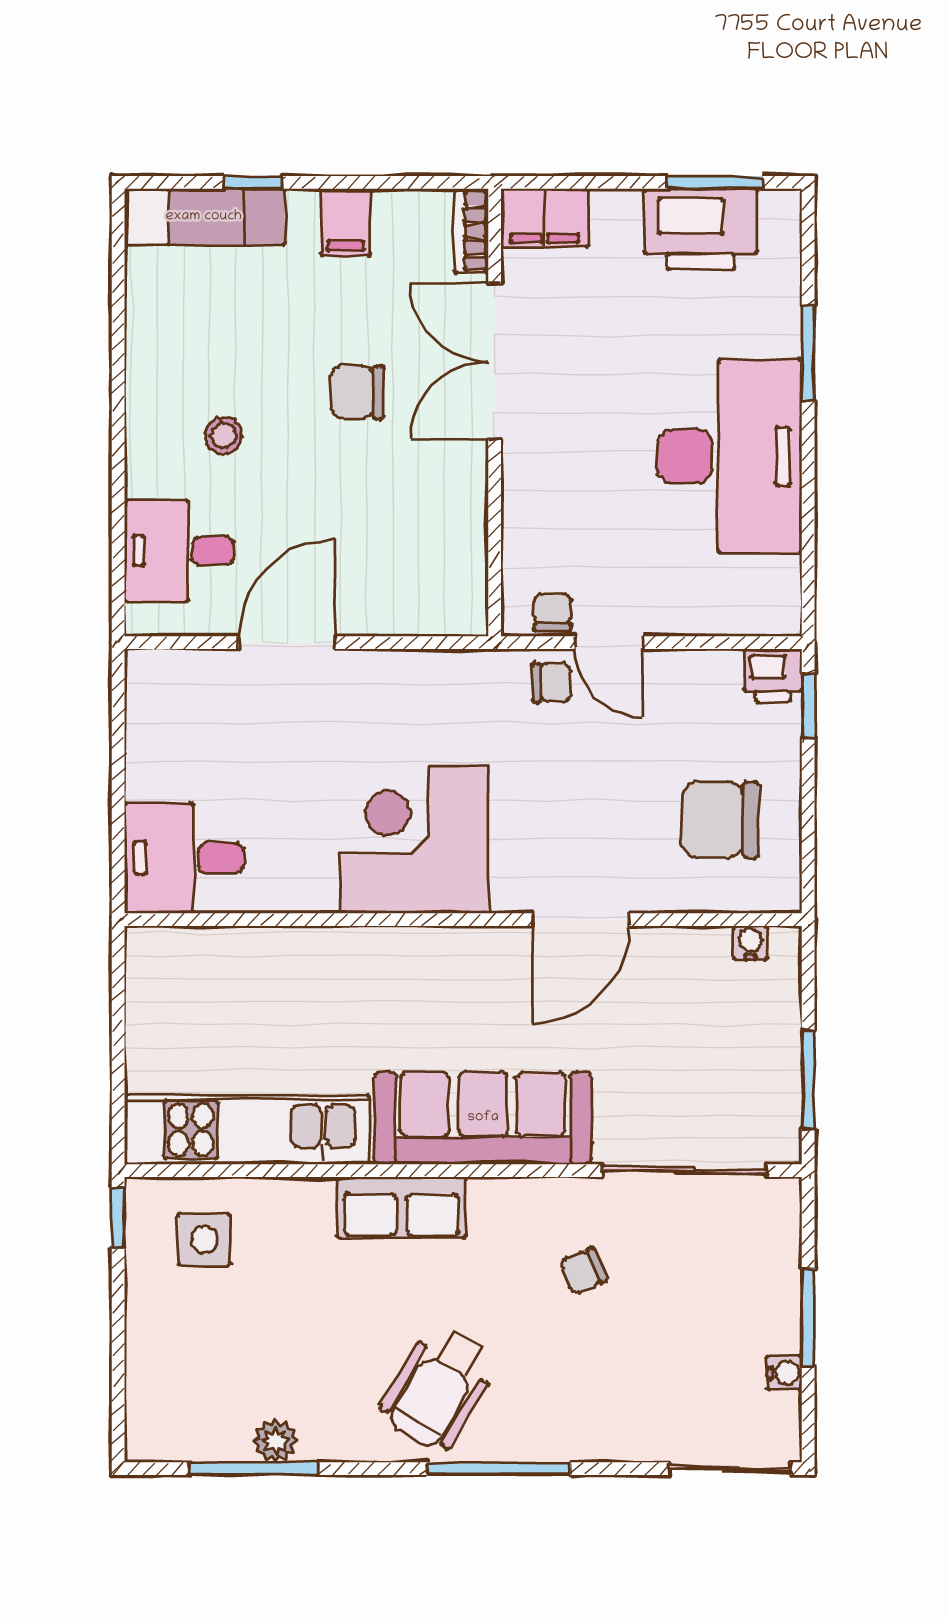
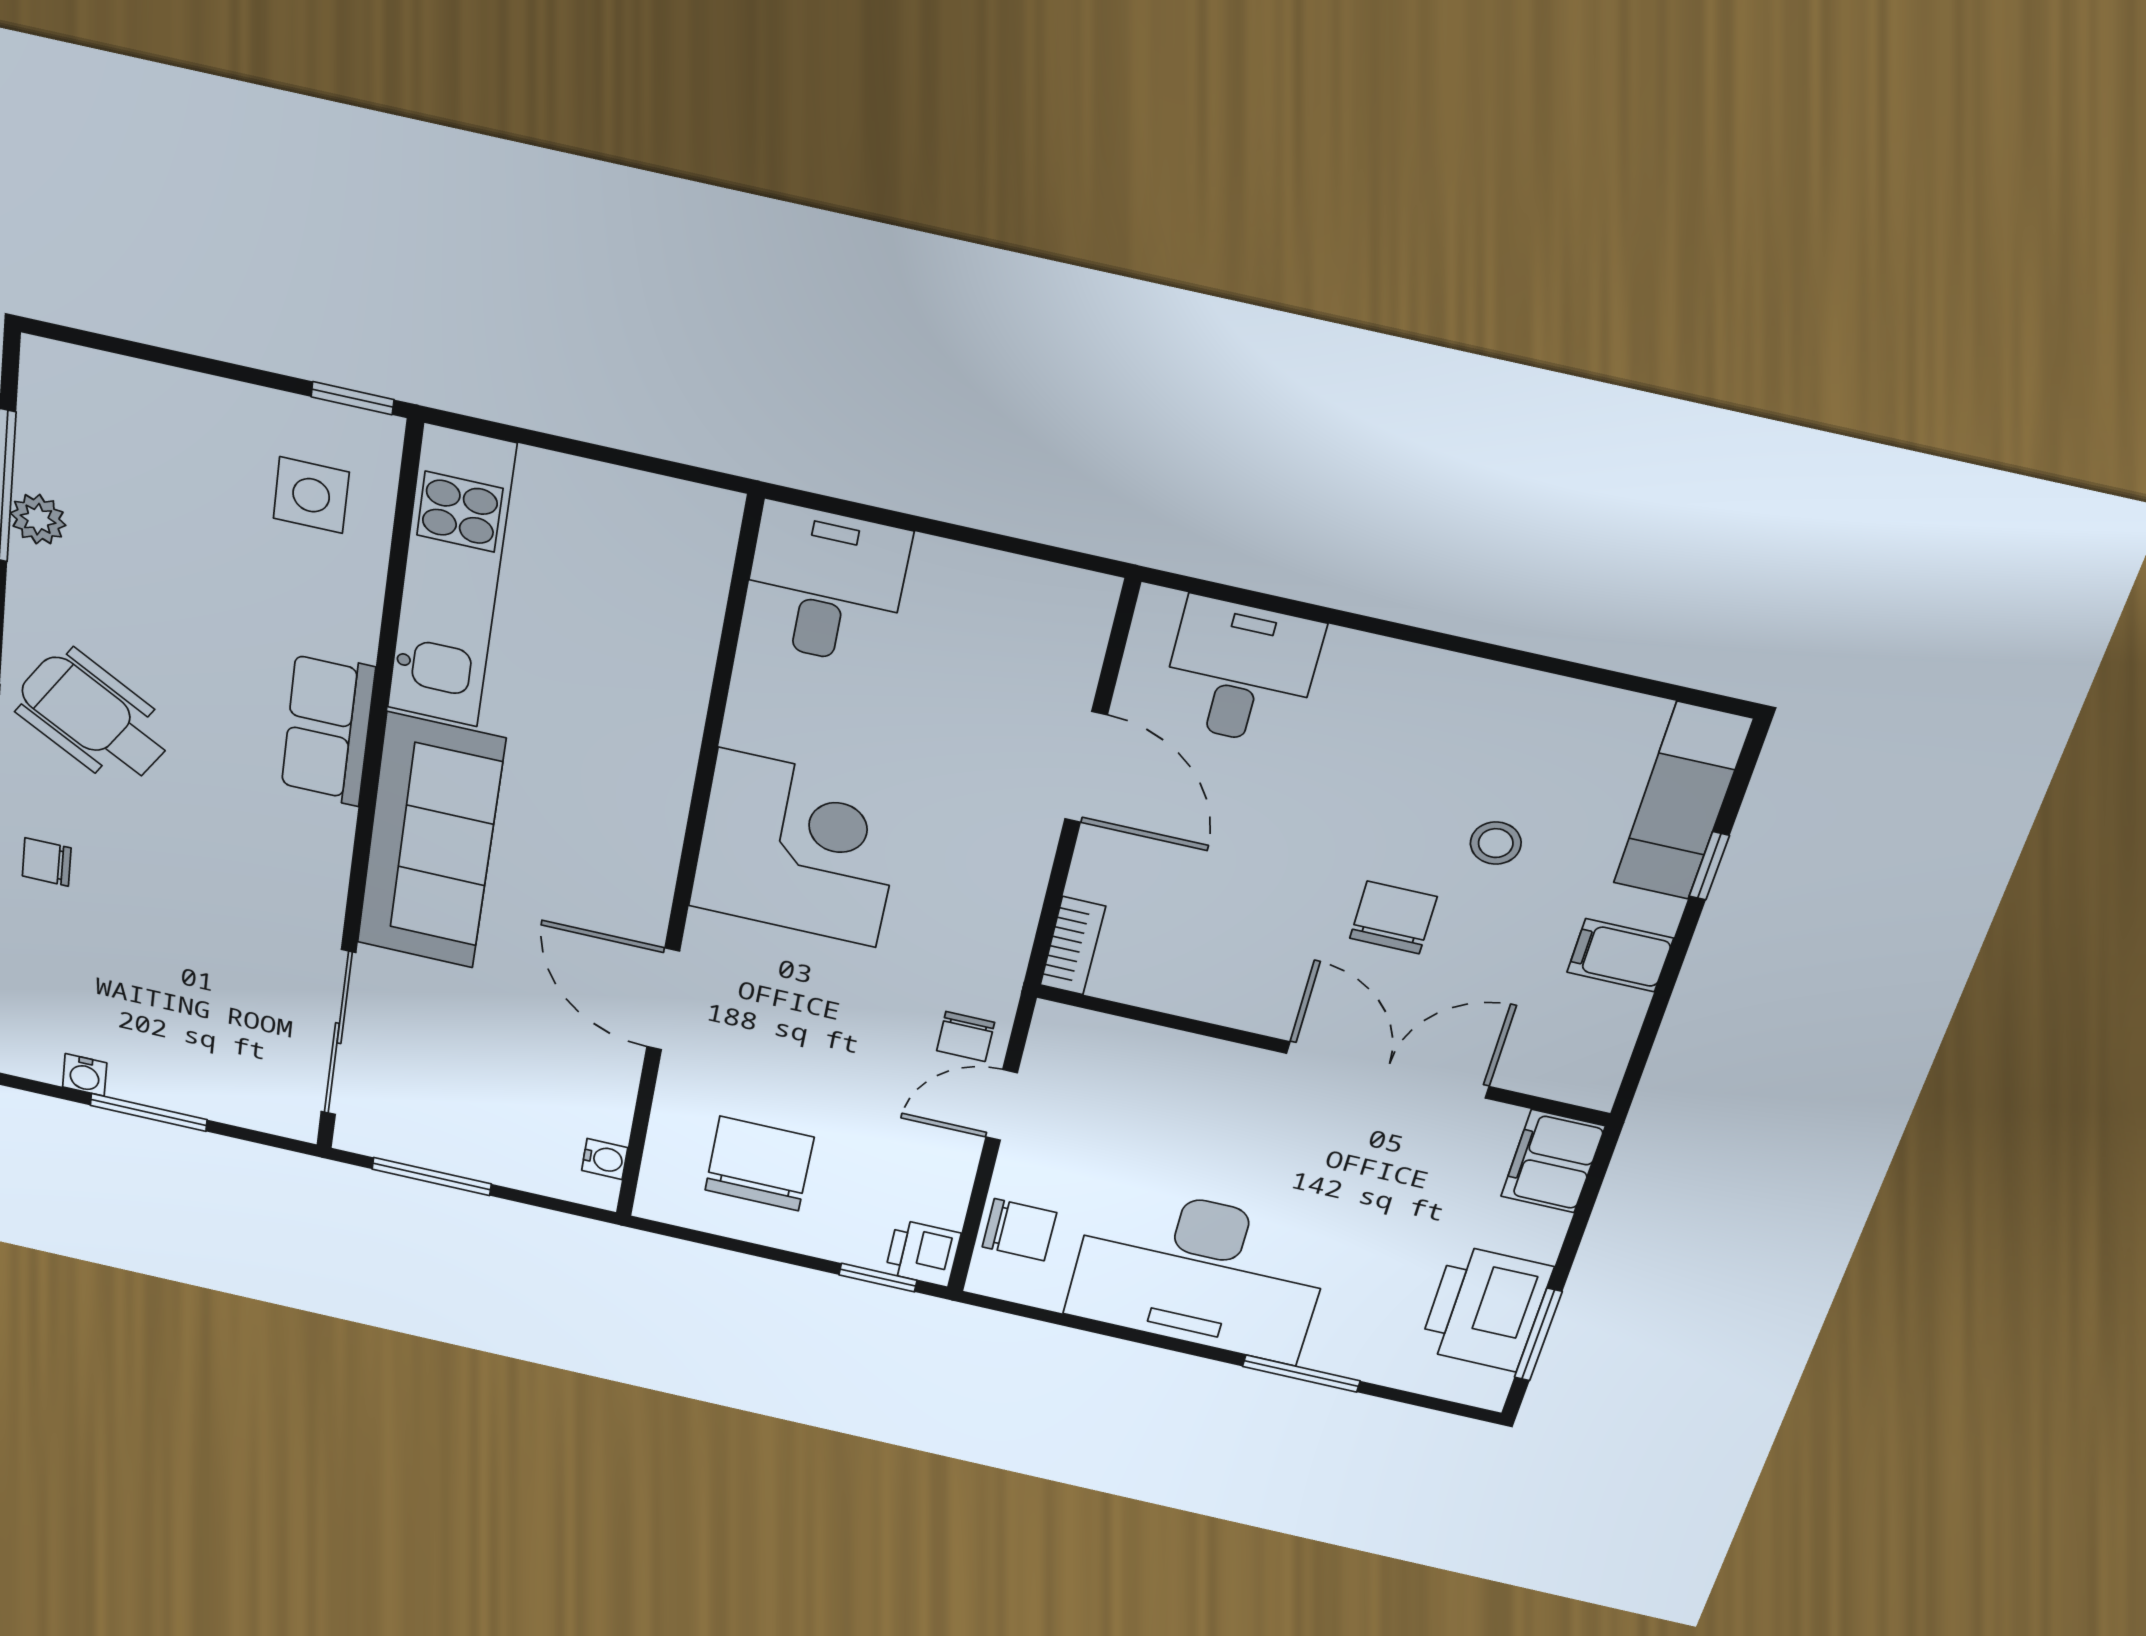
bookcase: (471, 231) -> (1073, 946), moved, turned 90
stool: (224, 436) -> (1496, 843), moved
chair: (553, 612) -> (1019, 1230), moved, width x1.37, depth x1.37
chair: (583, 1271) -> (47, 862), moved, turned -68

